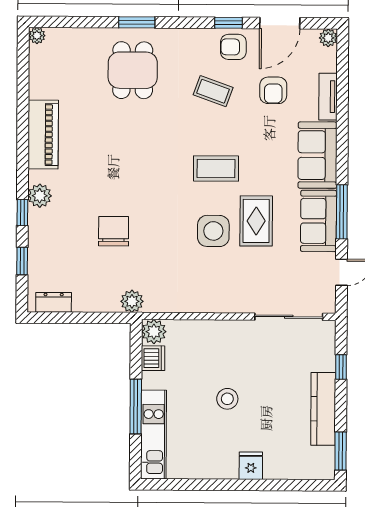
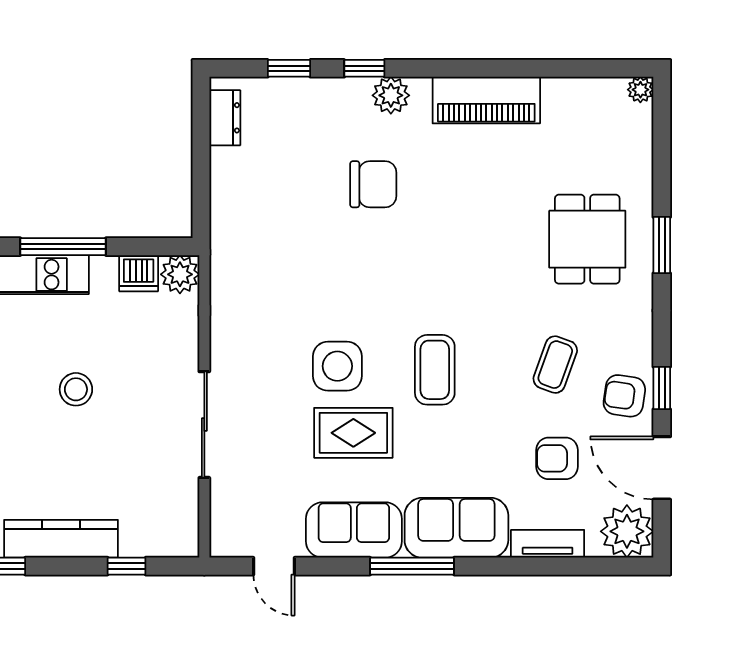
plant: (328, 38) -> (627, 531), width x1.88, depth x1.88
armchair: (233, 47) -> (624, 396), turned -82
dining table: (133, 70) -> (587, 239), turned 90
window: (342, 212) -> (412, 566), moved
chair: (114, 231) -> (373, 184), moved
plant: (132, 301) -> (227, 240), removed
sliding door: (289, 317) -> (204, 425), moved

